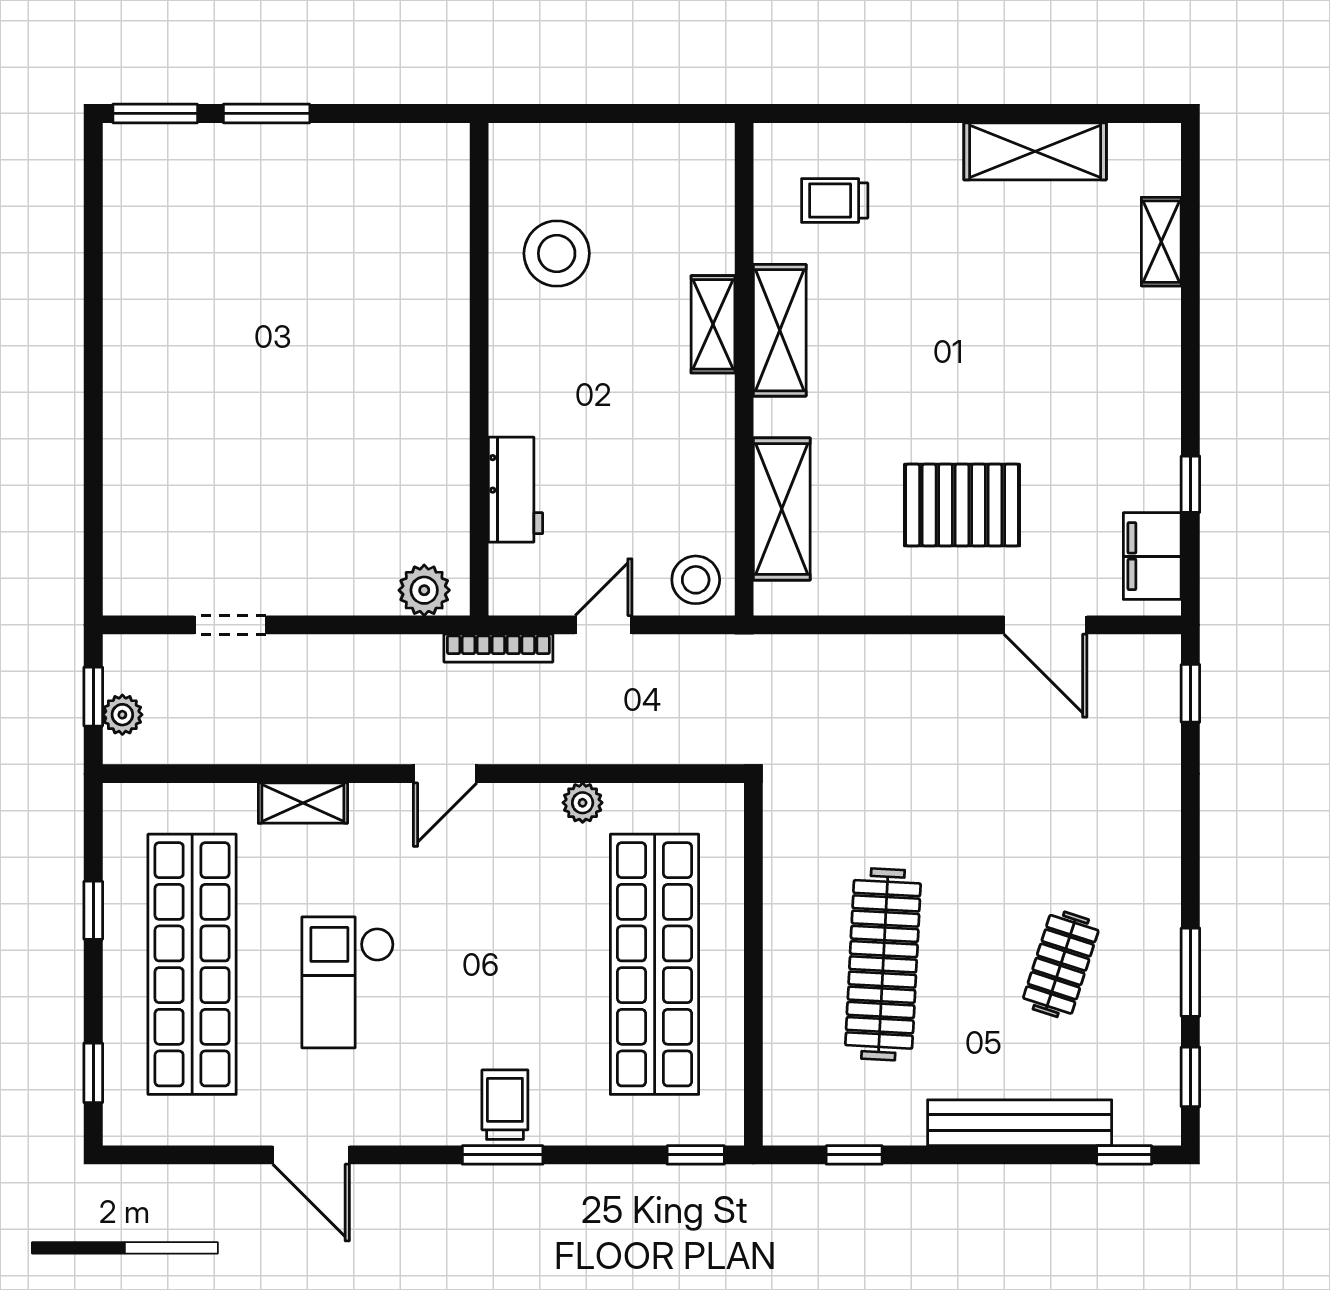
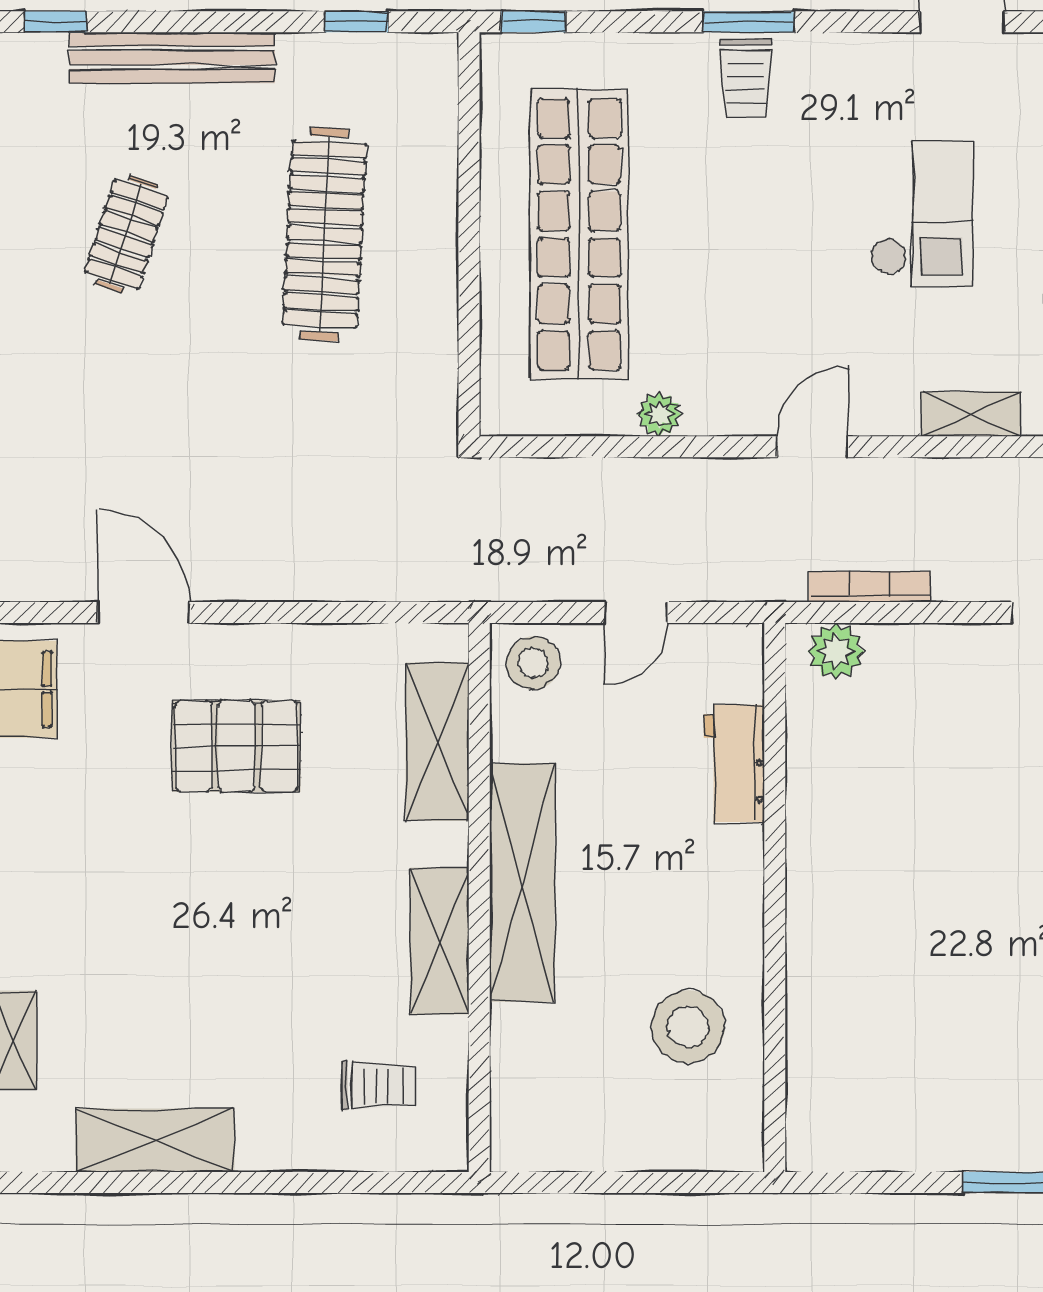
shelving: (713, 324) -> (522, 883), width x2.20, depth x1.33
bookcase: (498, 648) -> (870, 587), moved

